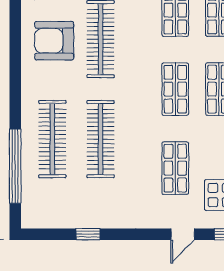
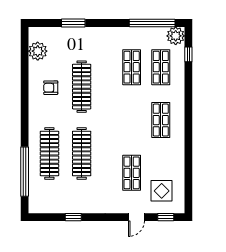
armchair: (54, 41) -> (51, 88), width x0.53, depth x0.53
shop shelf: (175, 89) -> (132, 120), removed

